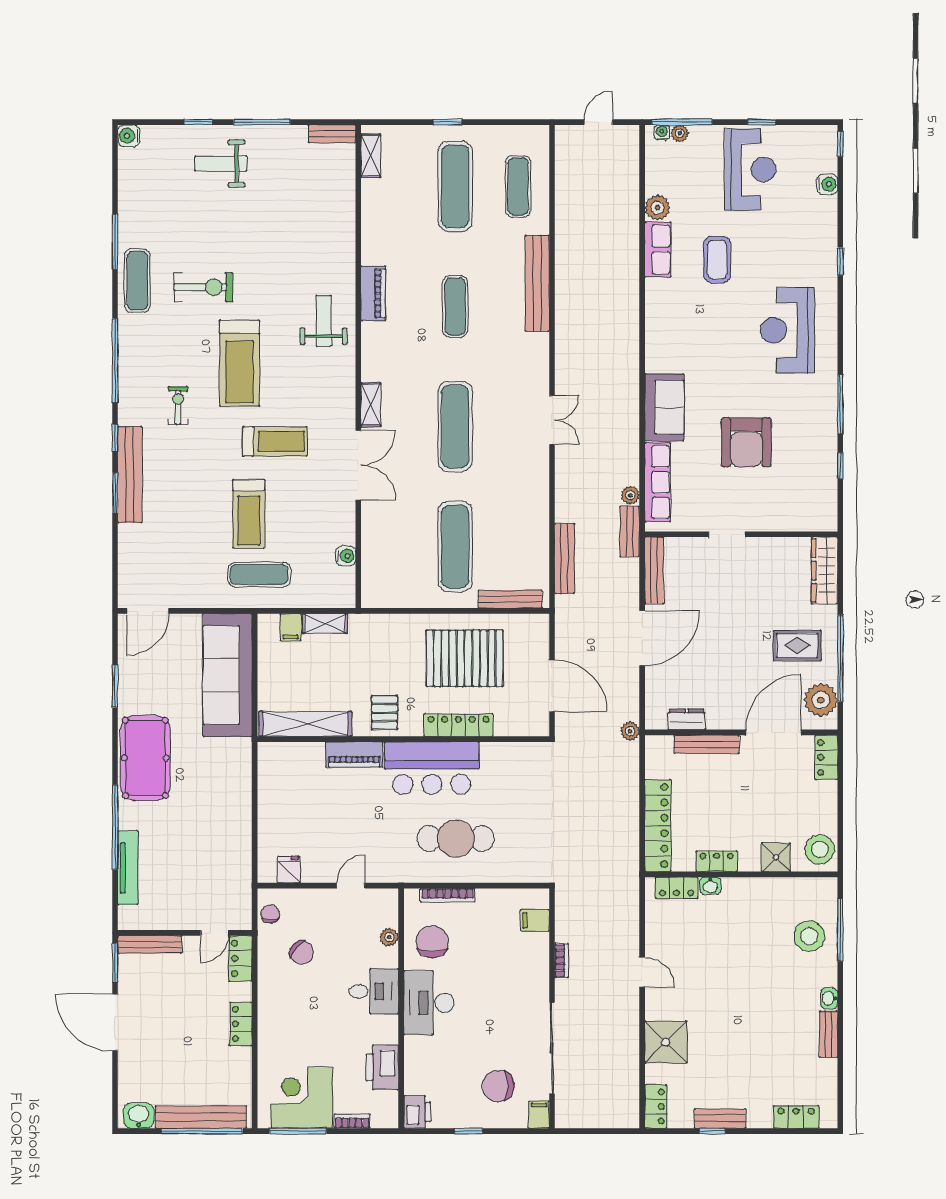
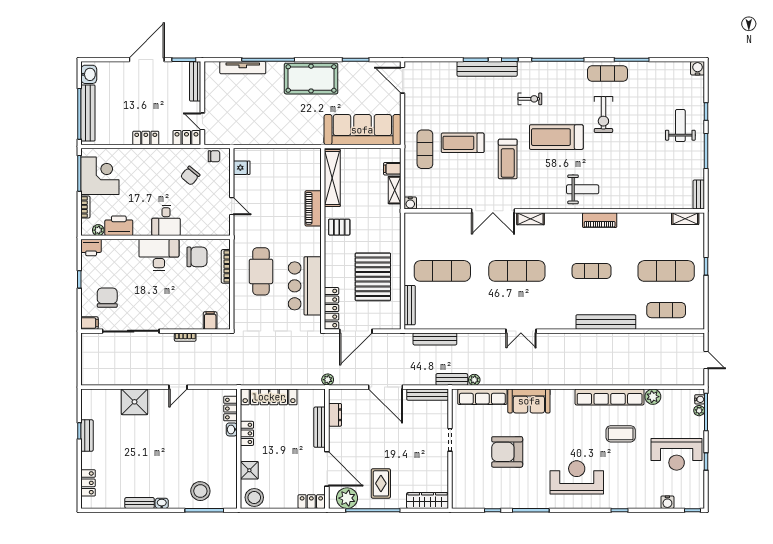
row of seats: (658, 249) -> (610, 397), width x2.02
water cooler: (346, 556) -> (410, 203), moved
locker: (458, 725) -> (331, 308), moved
bar counter: (432, 768) -> (305, 286), moved
plant: (389, 937) -> (98, 230), moved
locker: (656, 1107) -> (94, 396), removed

